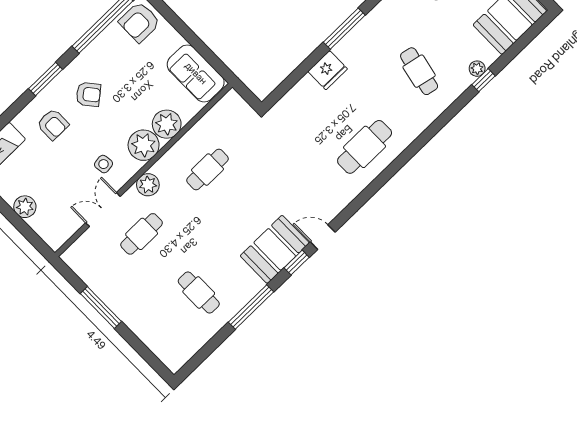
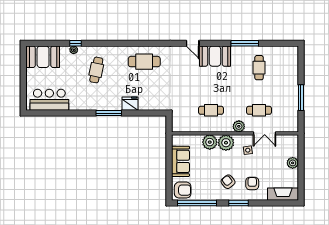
sofa: (196, 73) -> (180, 161), moved
window: (297, 263) -> (212, 43), removed

